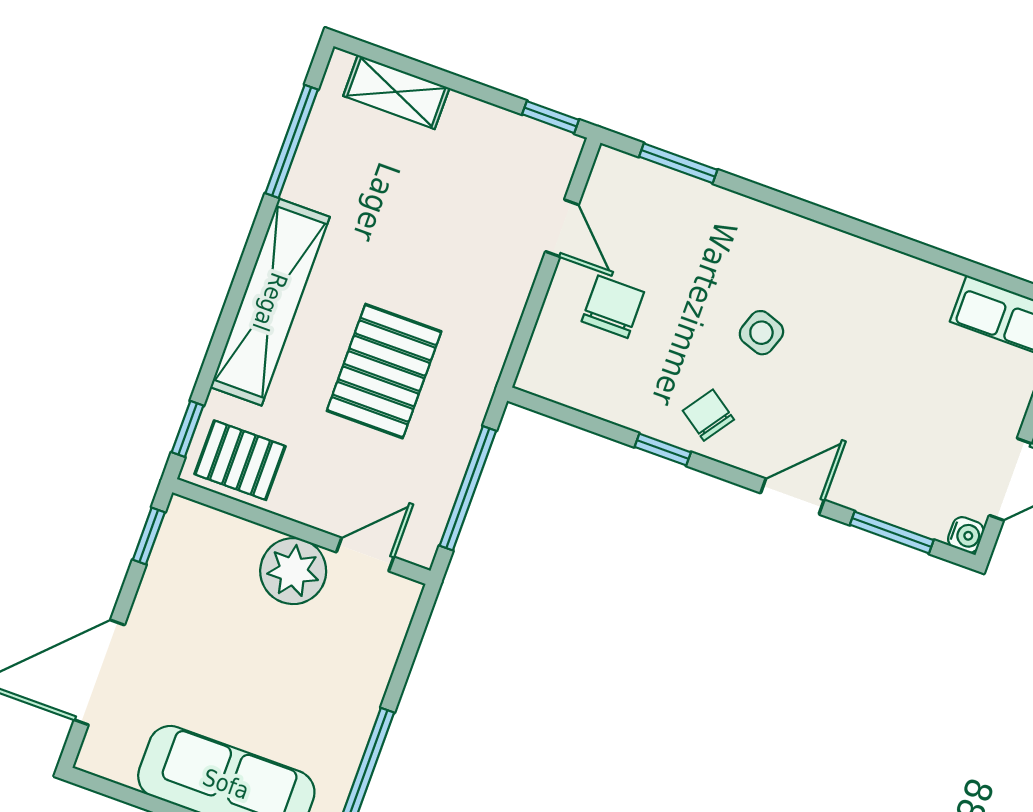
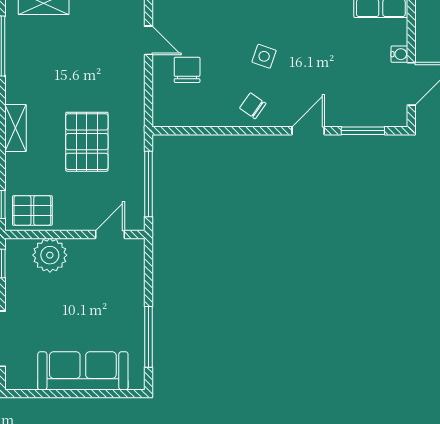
shelving: (270, 302) -> (16, 128), width x0.45, depth x0.75
window: (663, 450) -> (237, 131), removed
water cooler: (966, 535) -> (399, 54), moved
plant: (293, 571) -> (50, 255), moved

